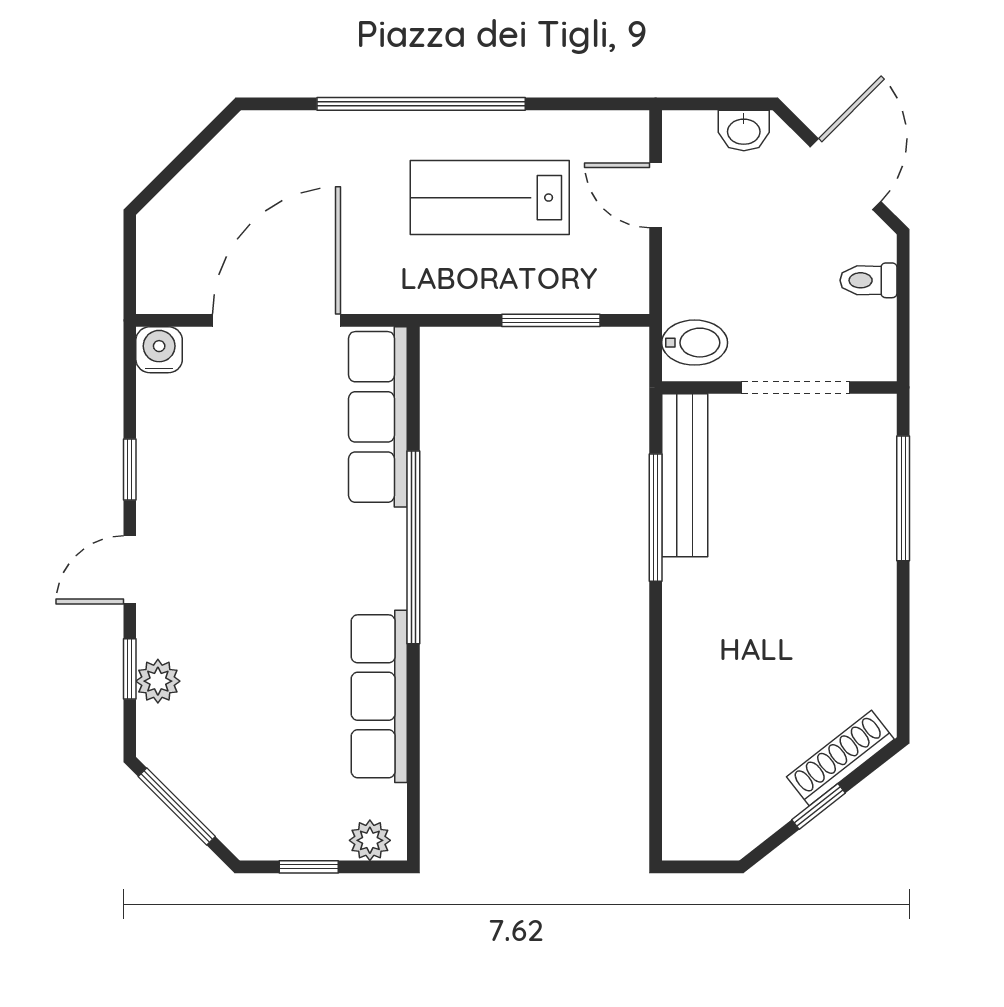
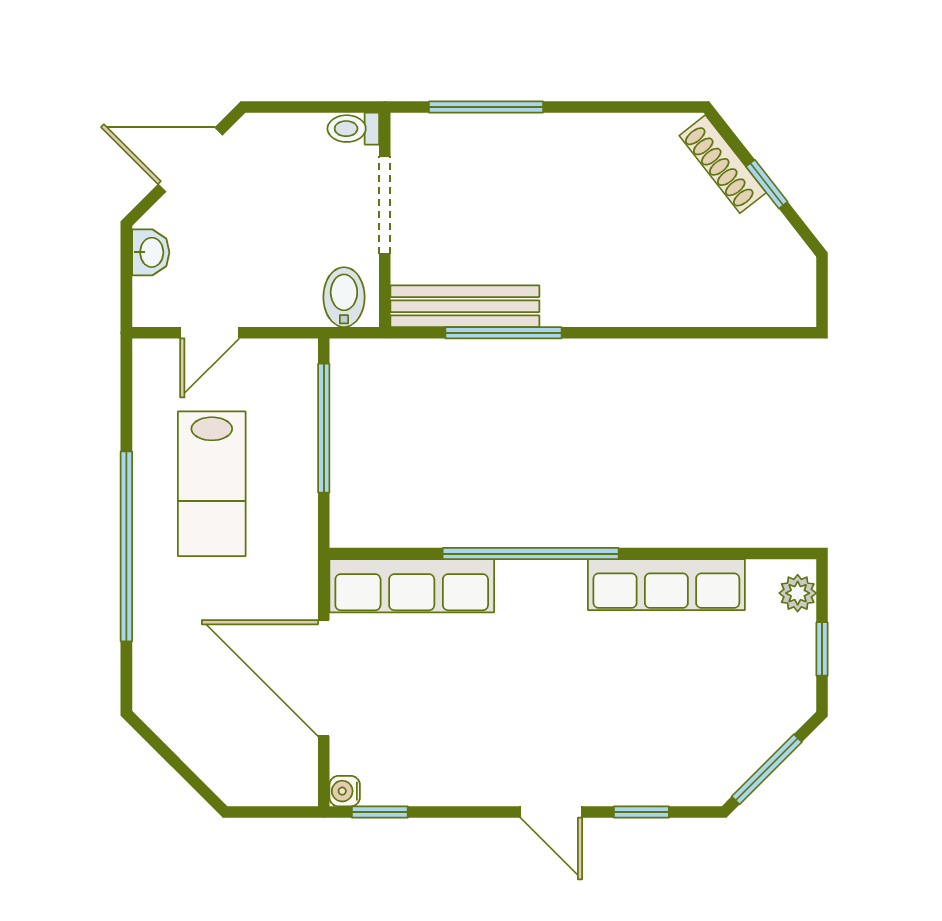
toilet: (869, 280) -> (353, 129), moved, turned 90
window: (551, 320) -> (324, 428), width x1.44
water cooler: (159, 350) -> (345, 791), width x0.72, depth x0.72
window: (130, 470) -> (380, 812), moved
plant: (158, 681) -> (653, 786), removed

